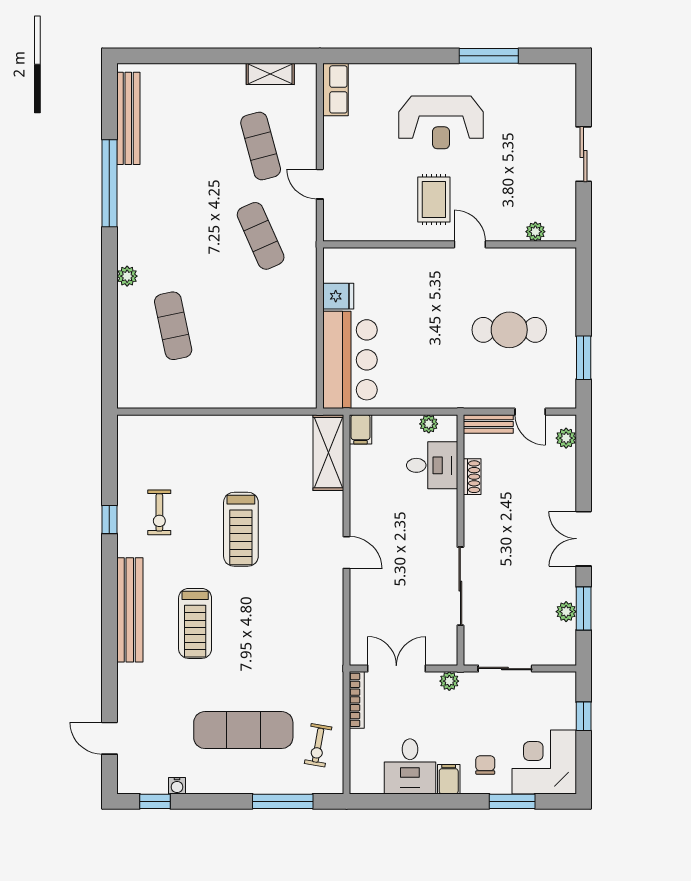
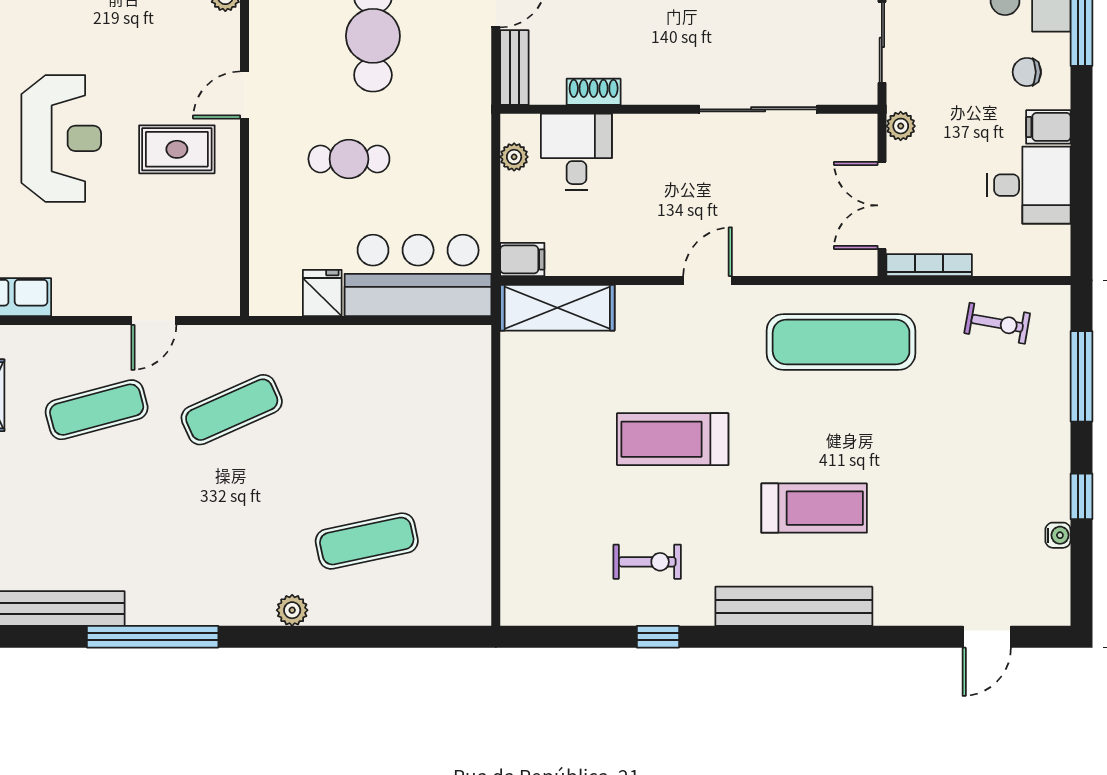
cafe table: (427, 314) -> (349, 159), added
treadmill: (241, 529) -> (673, 439), turned 180
exercise mat: (243, 730) -> (841, 342), moved, turned 90
window: (155, 801) -> (1082, 496), moved

